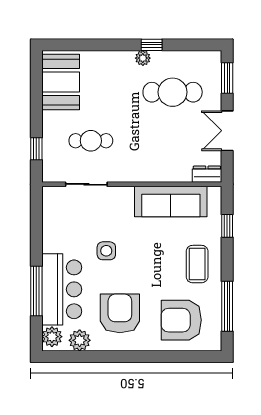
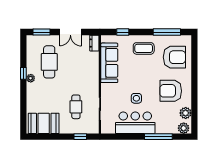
bar counter: (62, 289) -> (135, 123), moved
armchair: (181, 320) -> (174, 57), turned -90

